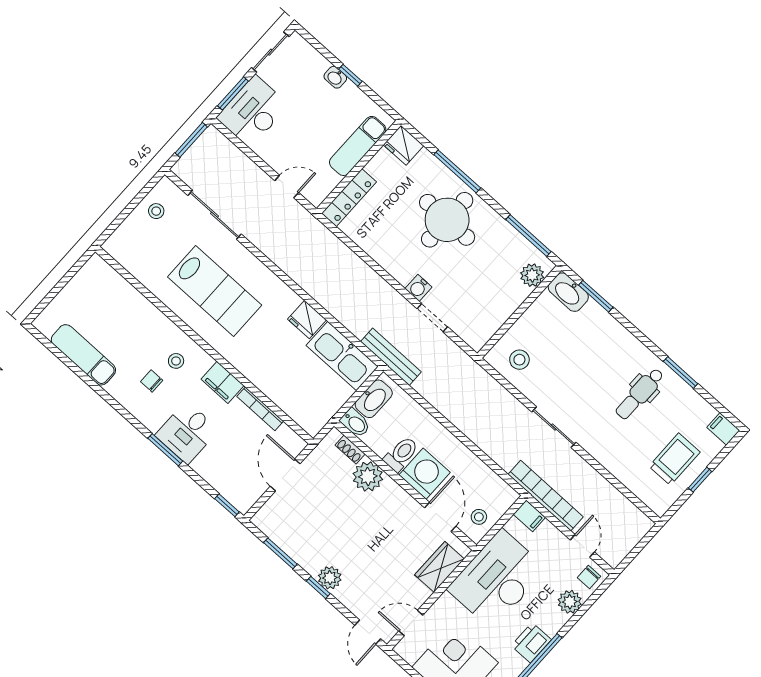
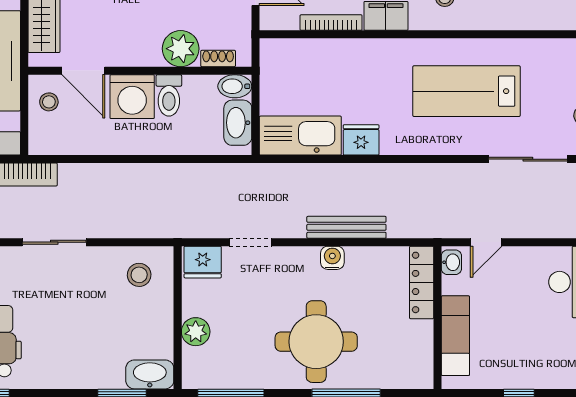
washbasin: (335, 77) -> (451, 262), moved, turned 90
fridge: (403, 145) -> (203, 262), moved, turned 180
plant: (532, 275) -> (196, 332), moved
water cooler: (418, 288) -> (332, 258), moved
bench: (391, 357) -> (346, 227), moved

